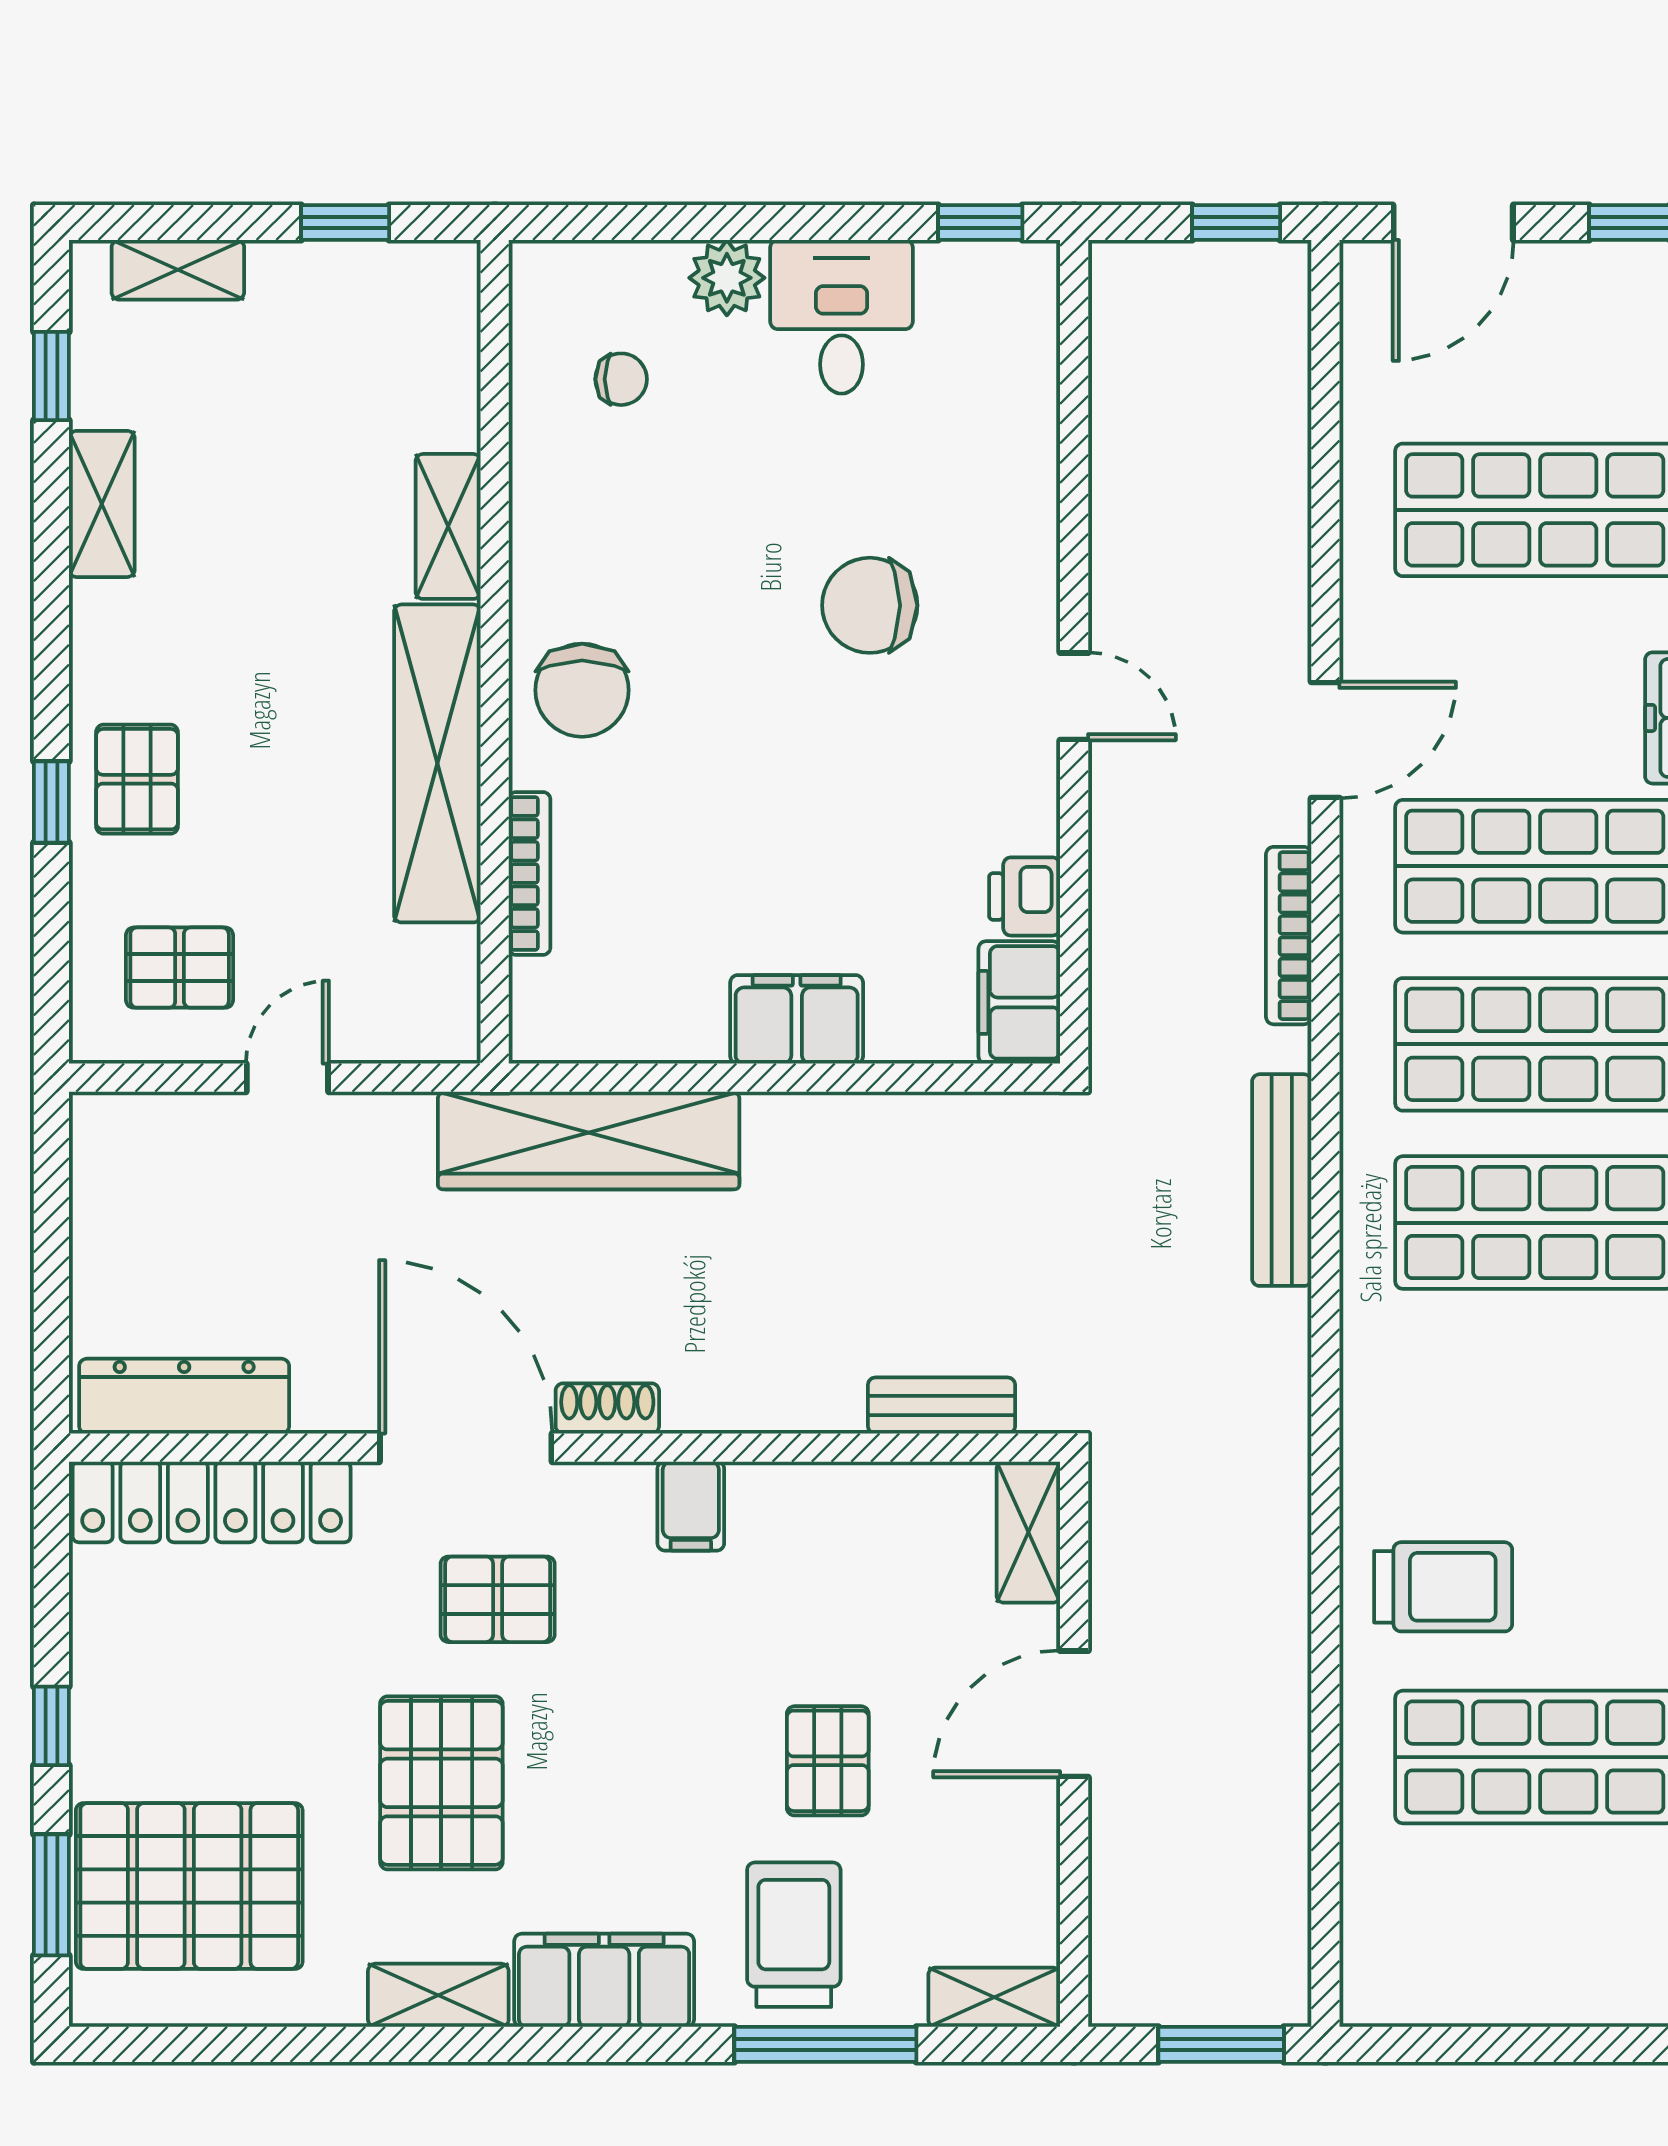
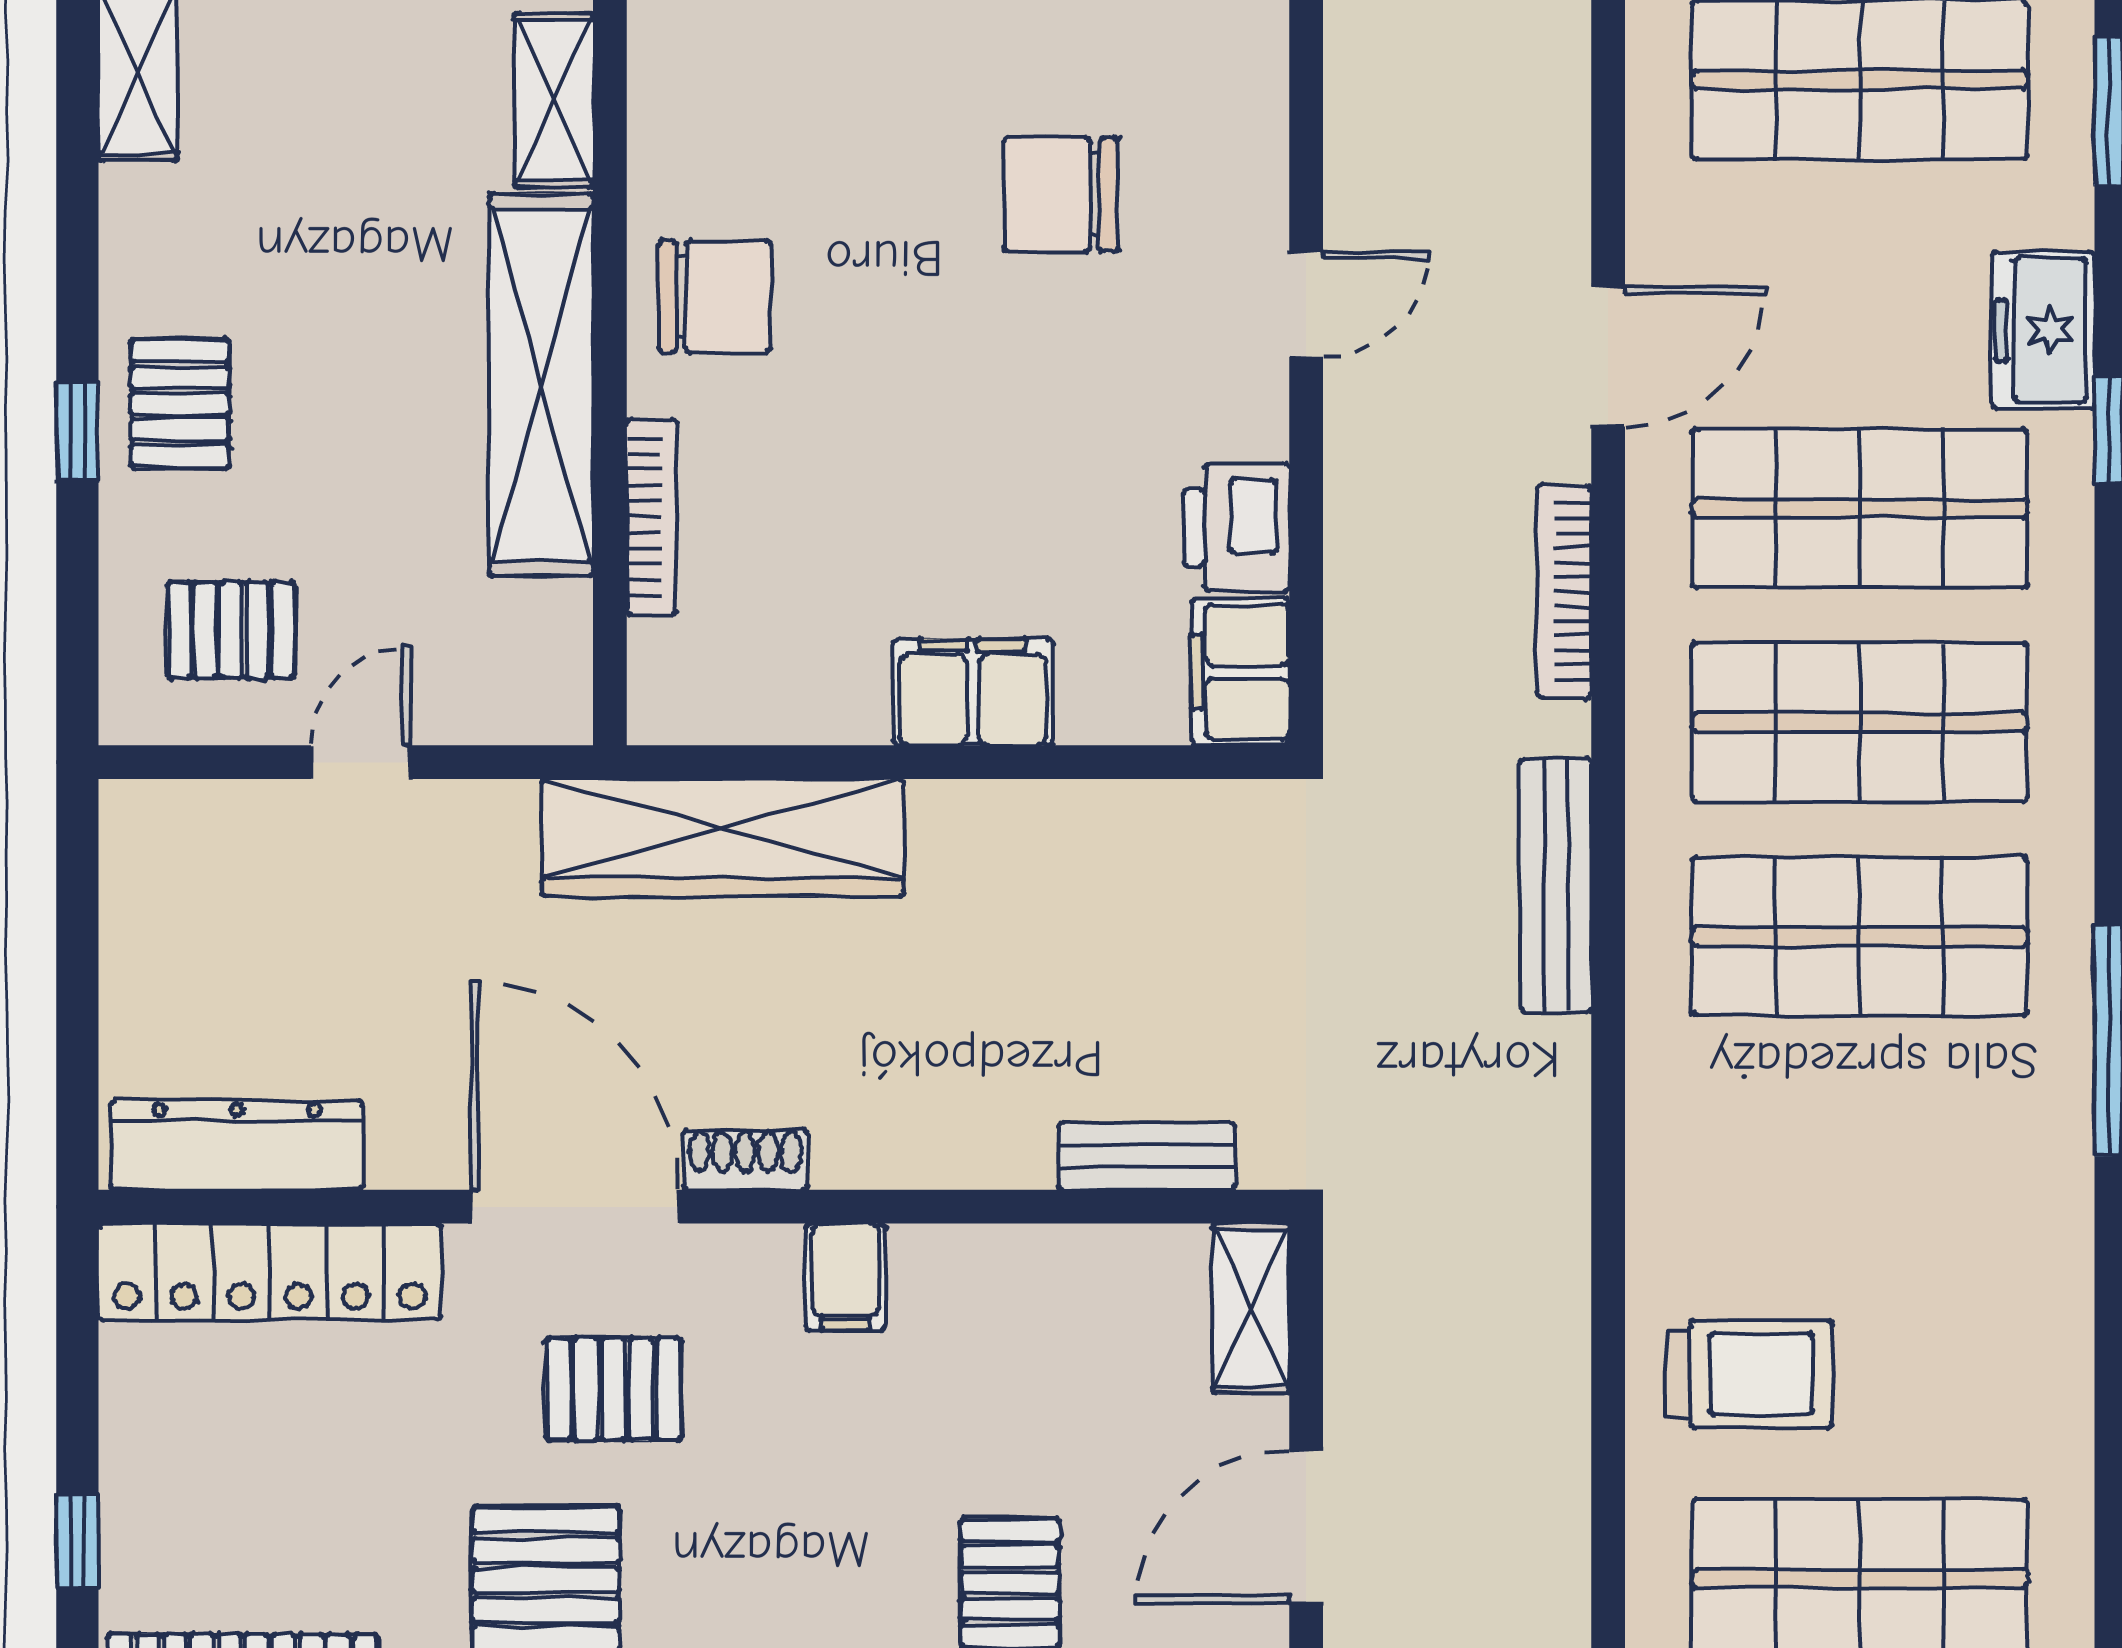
chair: (582, 690) -> (715, 297), turned -90
door: (1074, 696) -> (1306, 304), hinge flipped
printer: (1025, 896) -> (1236, 527), width x1.36, depth x1.24

